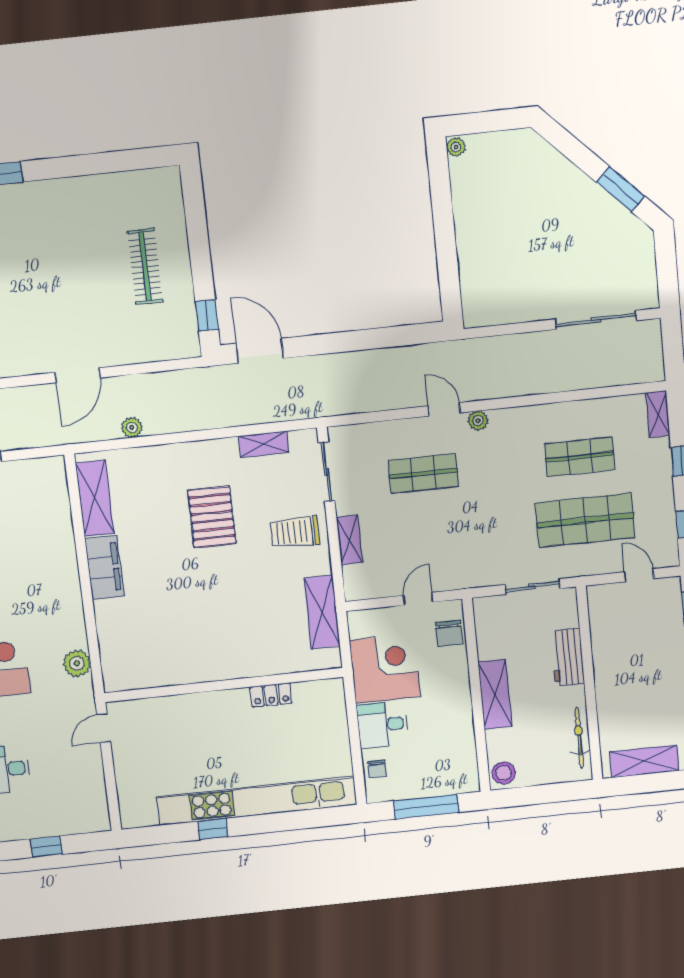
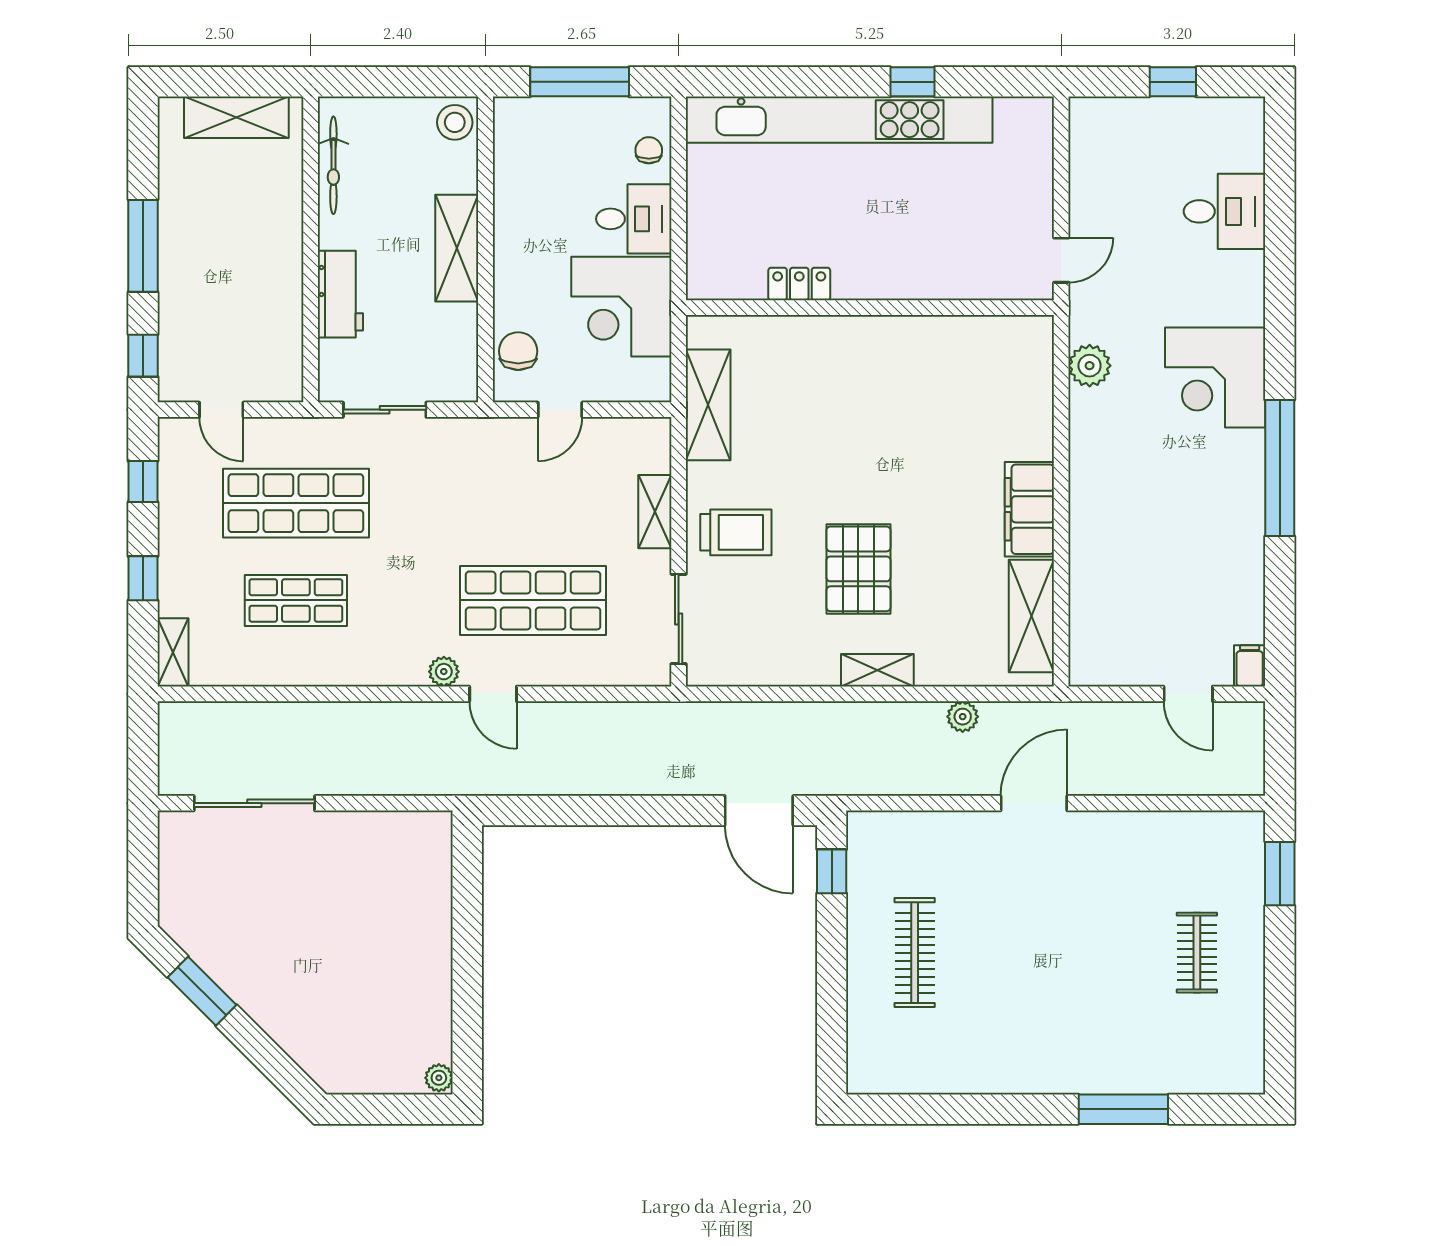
shelving: (264, 444) -> (877, 670), moved
shop shelf: (424, 474) -> (533, 600), width x1.43, depth x1.36

